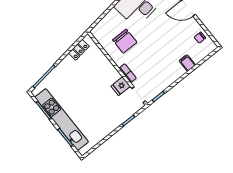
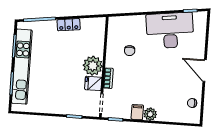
chair: (125, 41) -> (130, 51), width x0.54, depth x0.54
locker: (79, 50) -> (69, 25), moved
filing cabinet: (187, 63) -> (137, 112), moved
plant: (178, 71) -> (150, 114), added
plant: (109, 74) -> (93, 66), added

